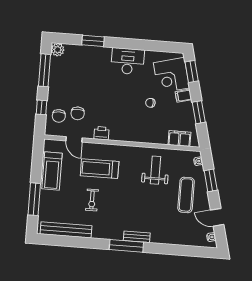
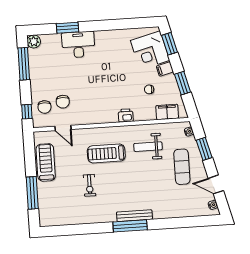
desk: (128, 61) -> (78, 45), moved
chair: (150, 103) -> (149, 89), moved
window: (42, 107) -> (27, 112), moved
printer: (101, 133) -> (126, 115), moved
treadmill: (100, 169) -> (106, 153), moved
weight bench: (155, 170) -> (148, 147), turned -90
treadmill: (52, 171) -> (46, 162), turned 180
bench: (66, 230) -> (68, 219), removed
bench: (137, 237) -> (134, 216), width x1.36

